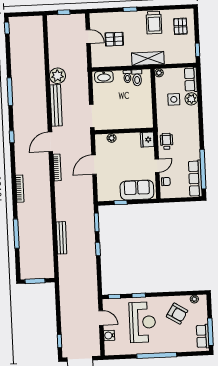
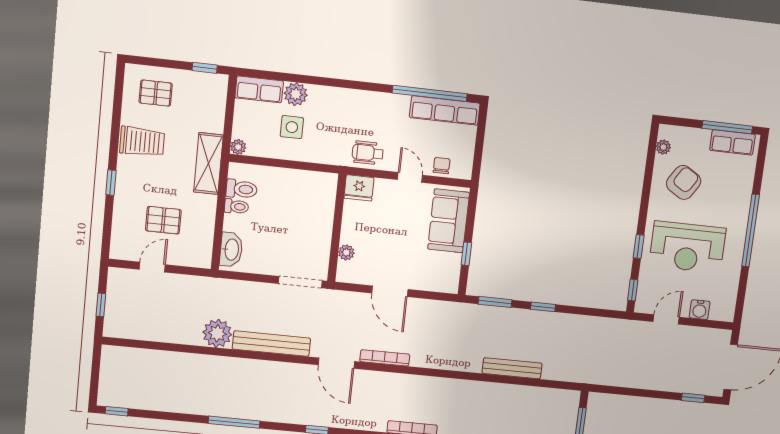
pallet: (114, 39) -> (163, 220), turned 90
reception desk: (142, 322) -> (687, 247), turned 180

